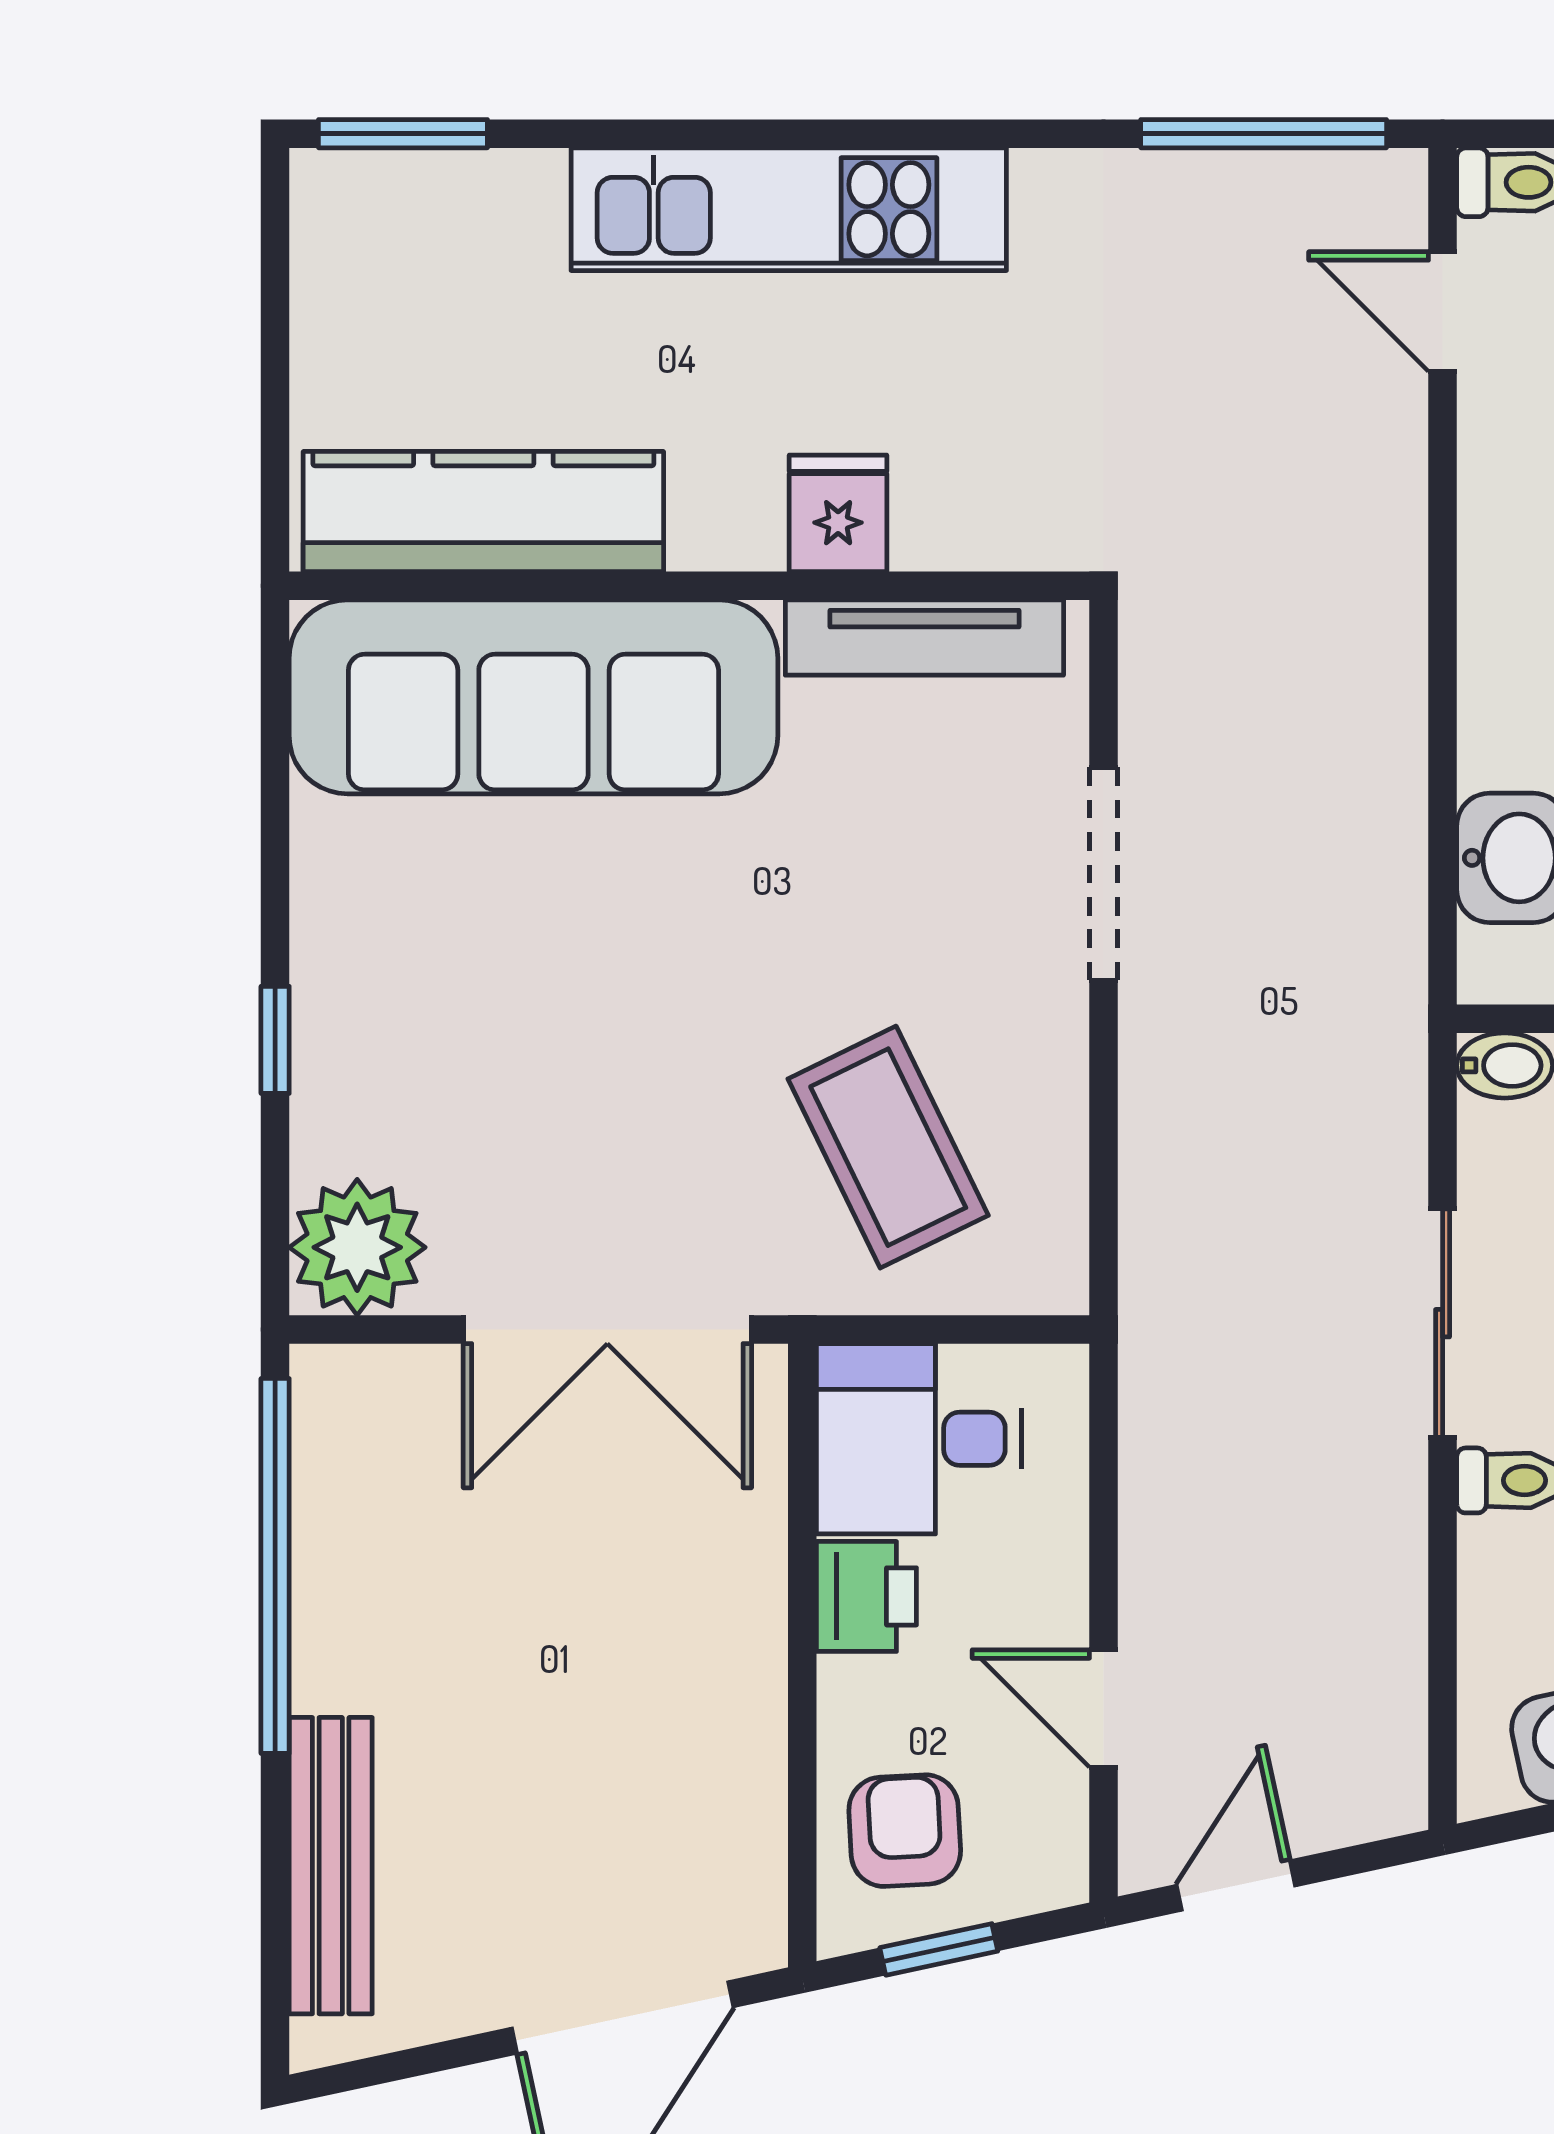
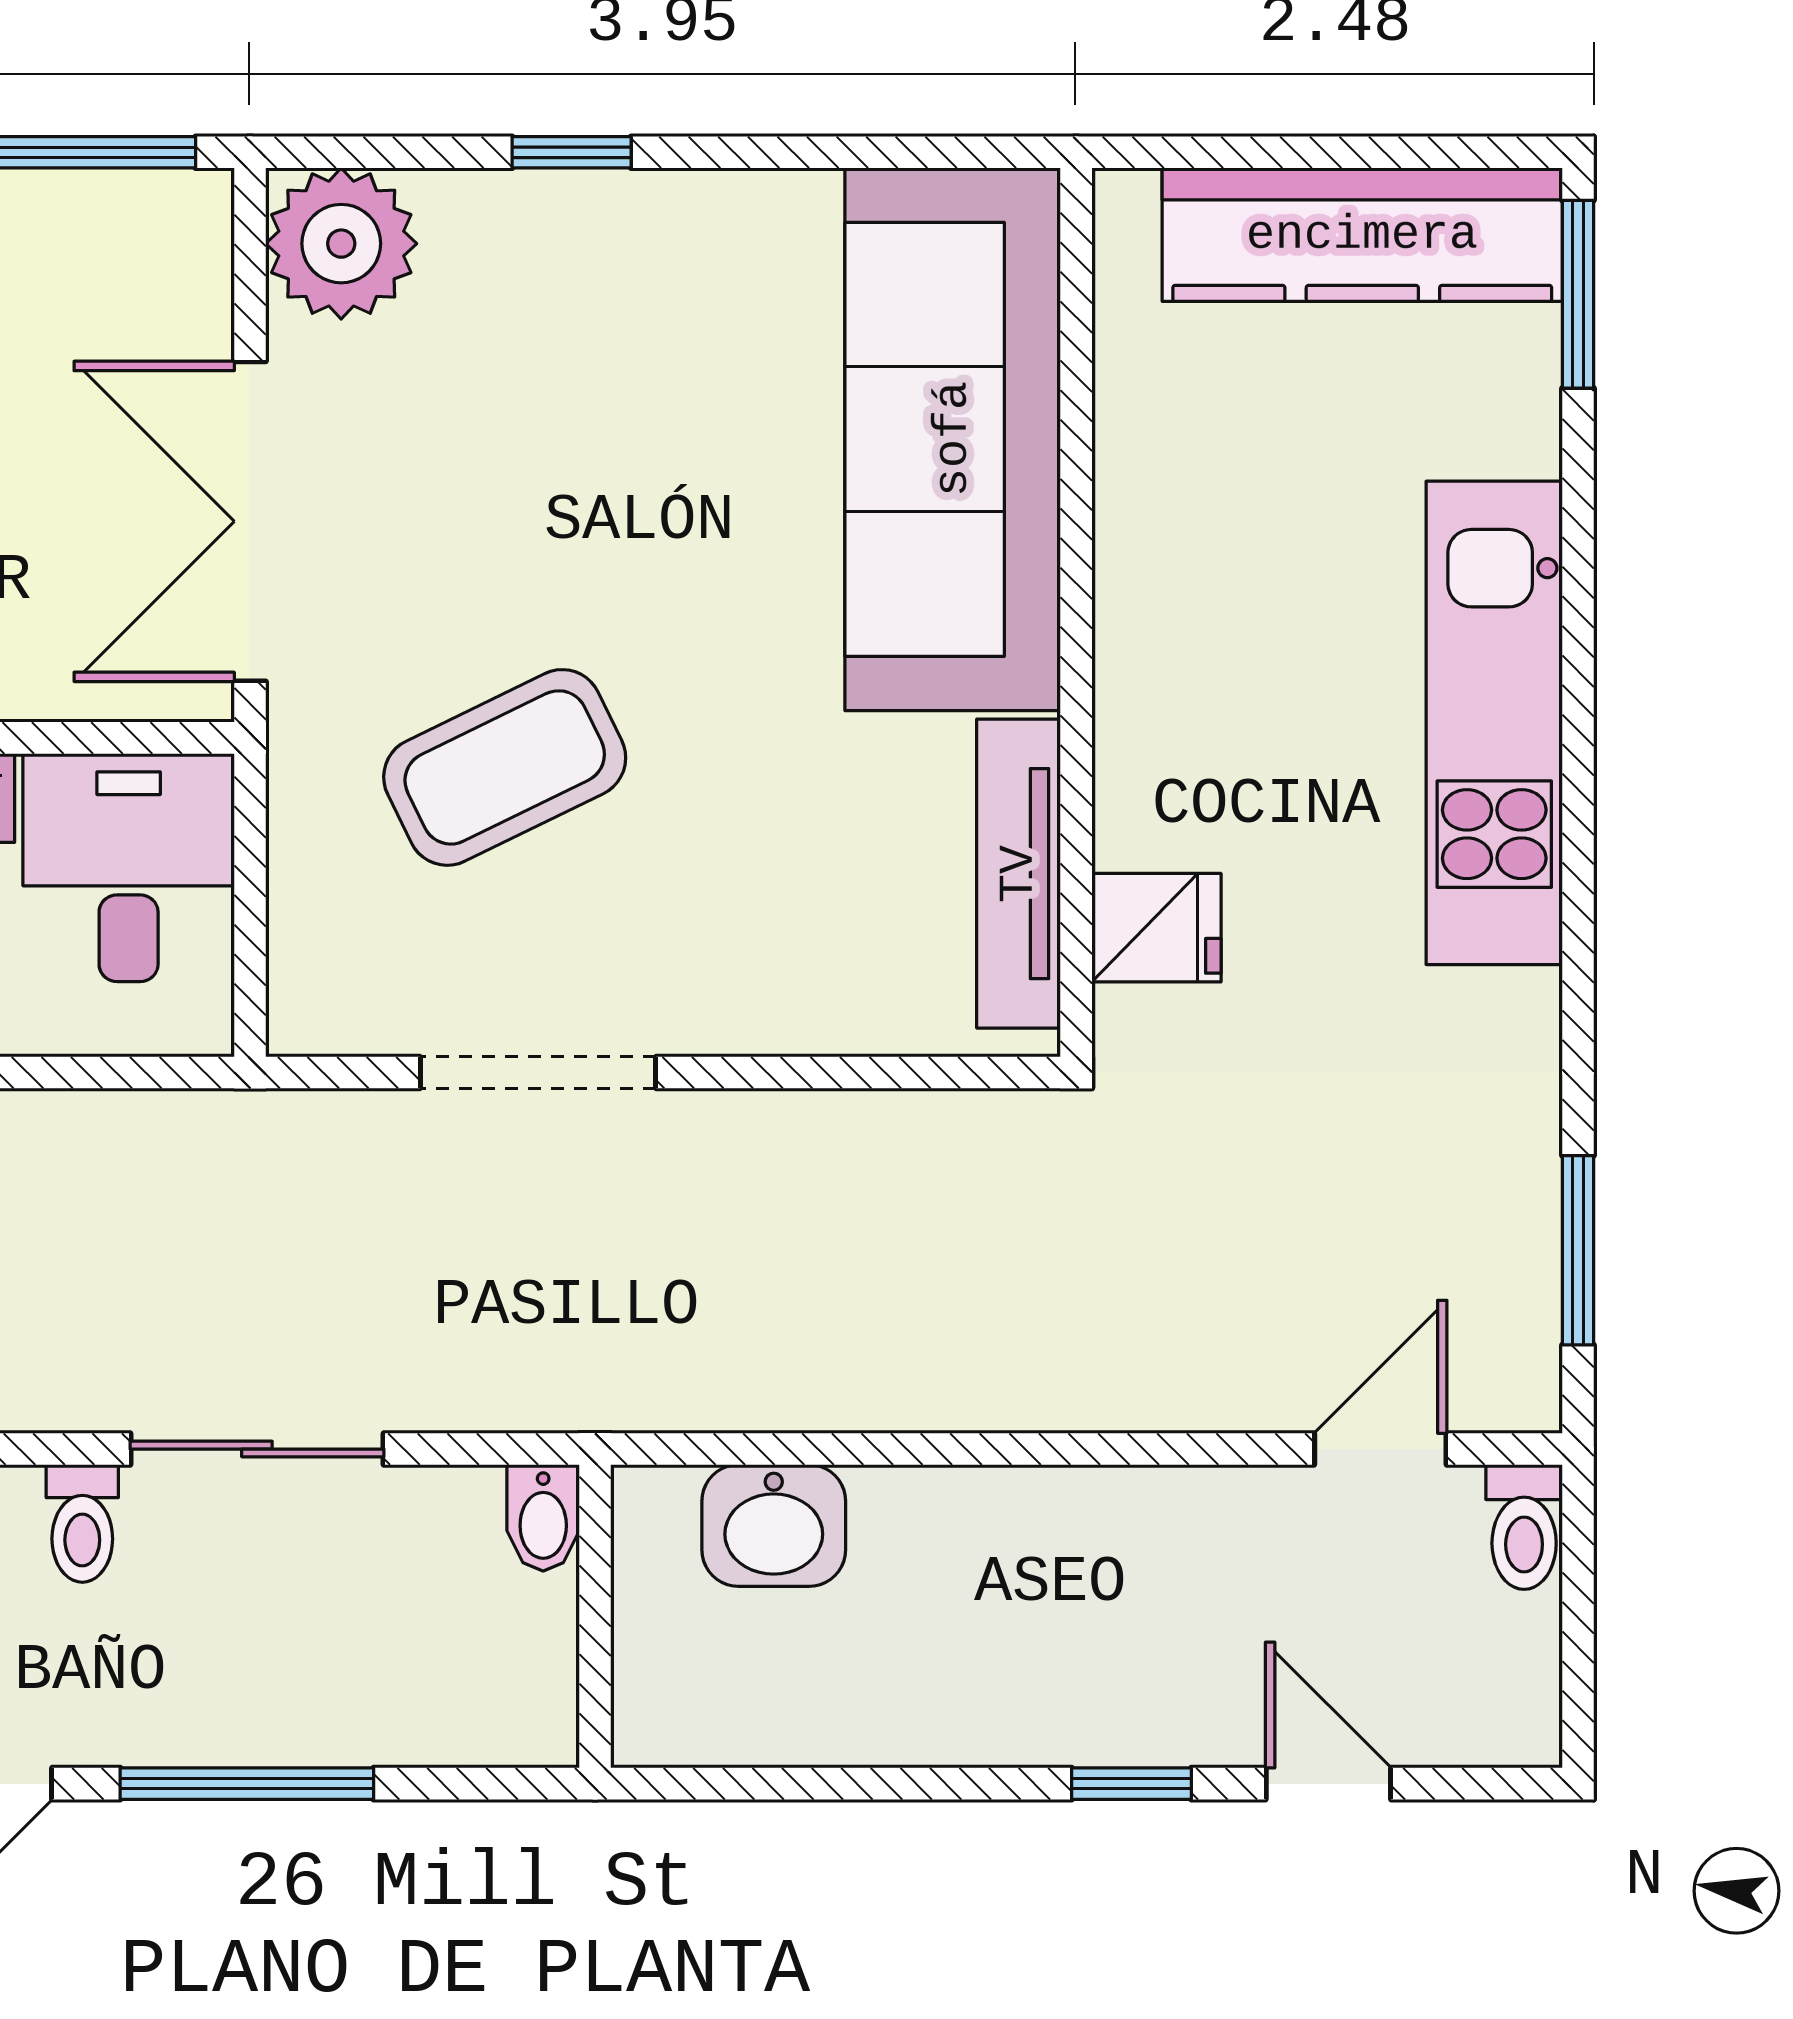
window: (1264, 134) -> (1578, 1250), width x0.69
kitchen counter: (483, 511) -> (1362, 235), moved, turned 90
fridge: (838, 513) -> (1156, 928), moved
doorway: (1104, 874) -> (538, 1073), moved
coffee table: (888, 1147) -> (505, 767), moved

